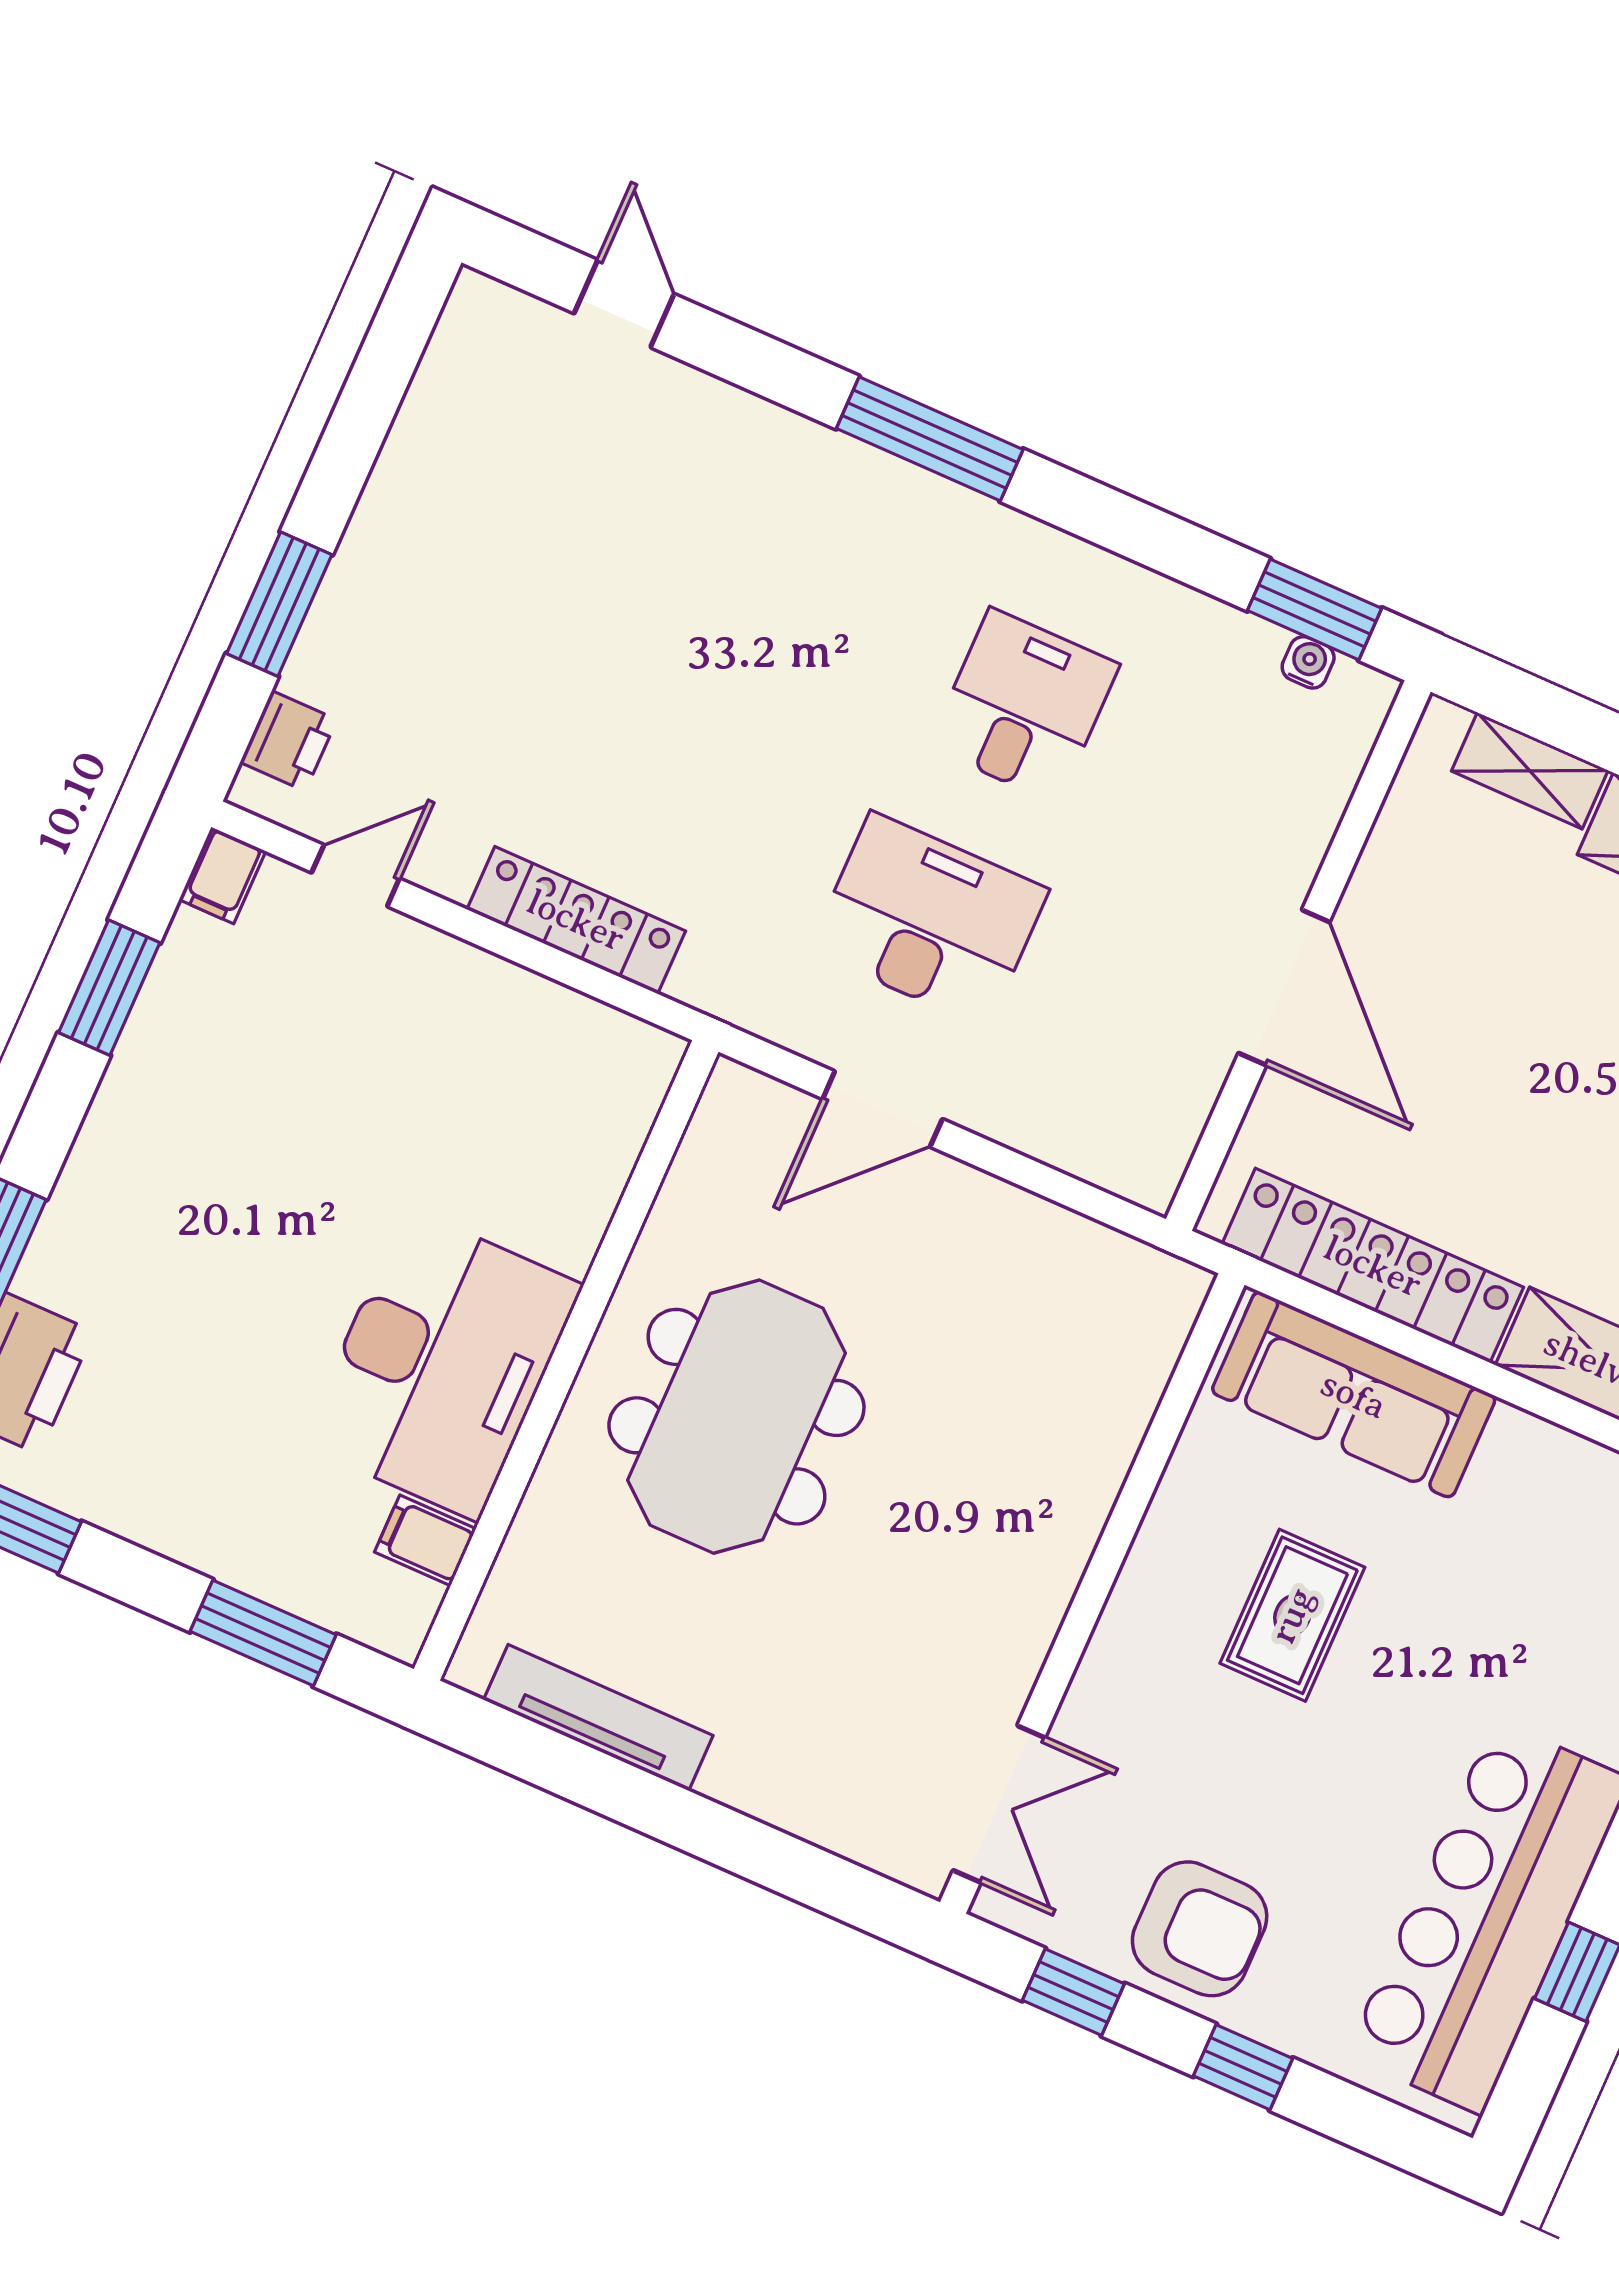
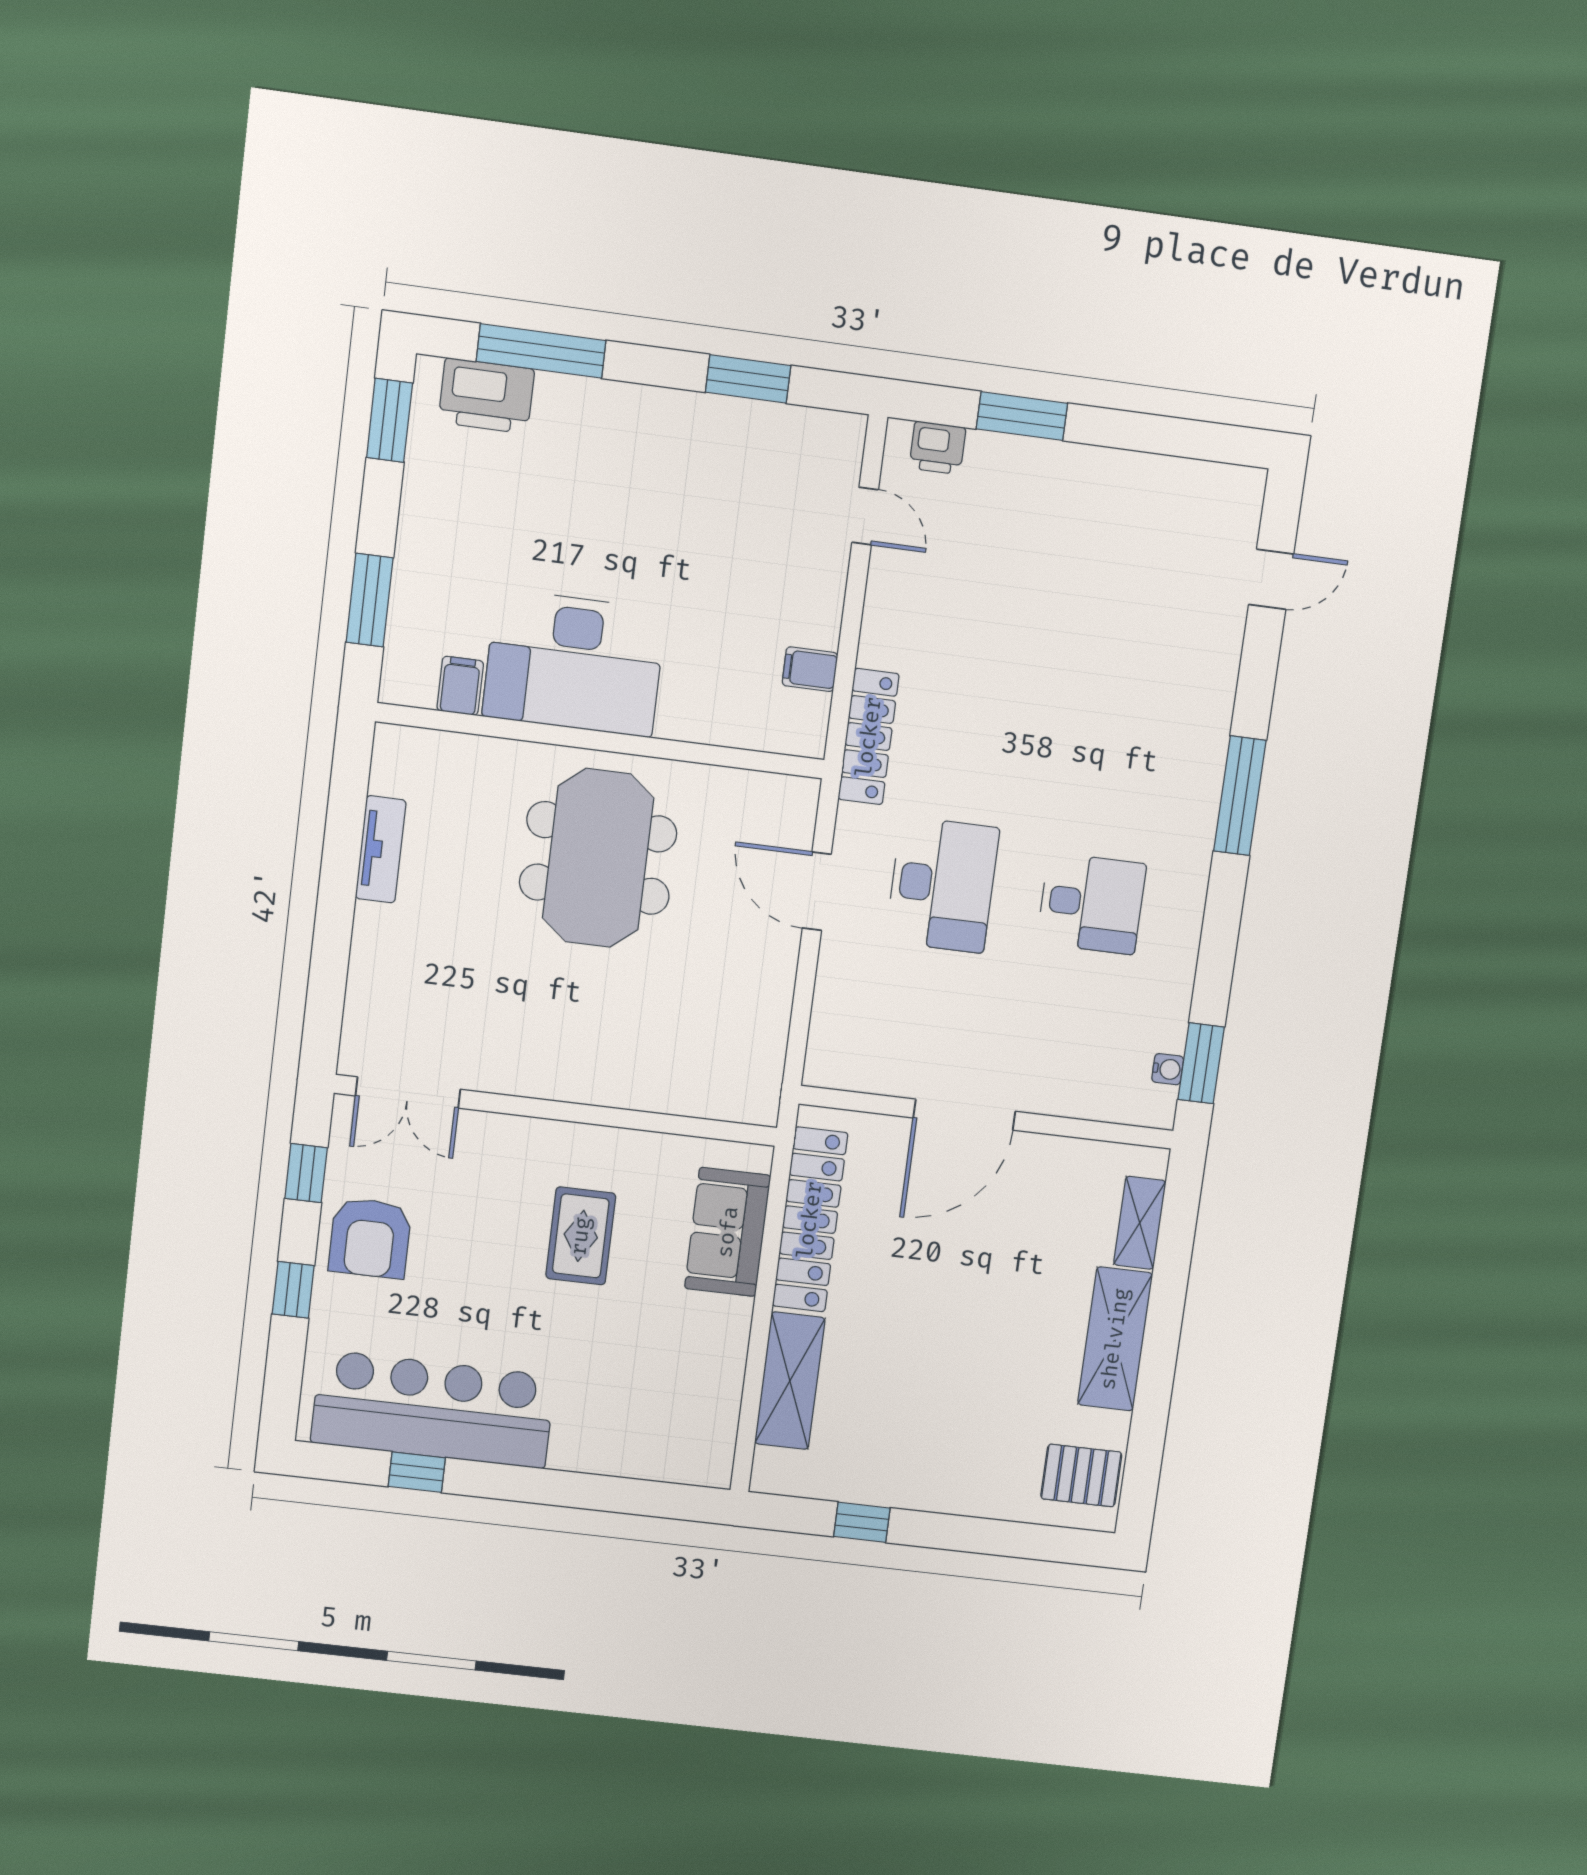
filing cabinet: (222, 875) -> (810, 669), moved
locker: (576, 920) -> (869, 737), moved
sofa: (1354, 1395) -> (728, 1232), width x0.73
meeting table: (736, 1417) -> (598, 858), turned 90
rug: (1292, 1615) -> (581, 1236), turned 90
tv unit: (598, 1718) -> (381, 849), width x0.71

